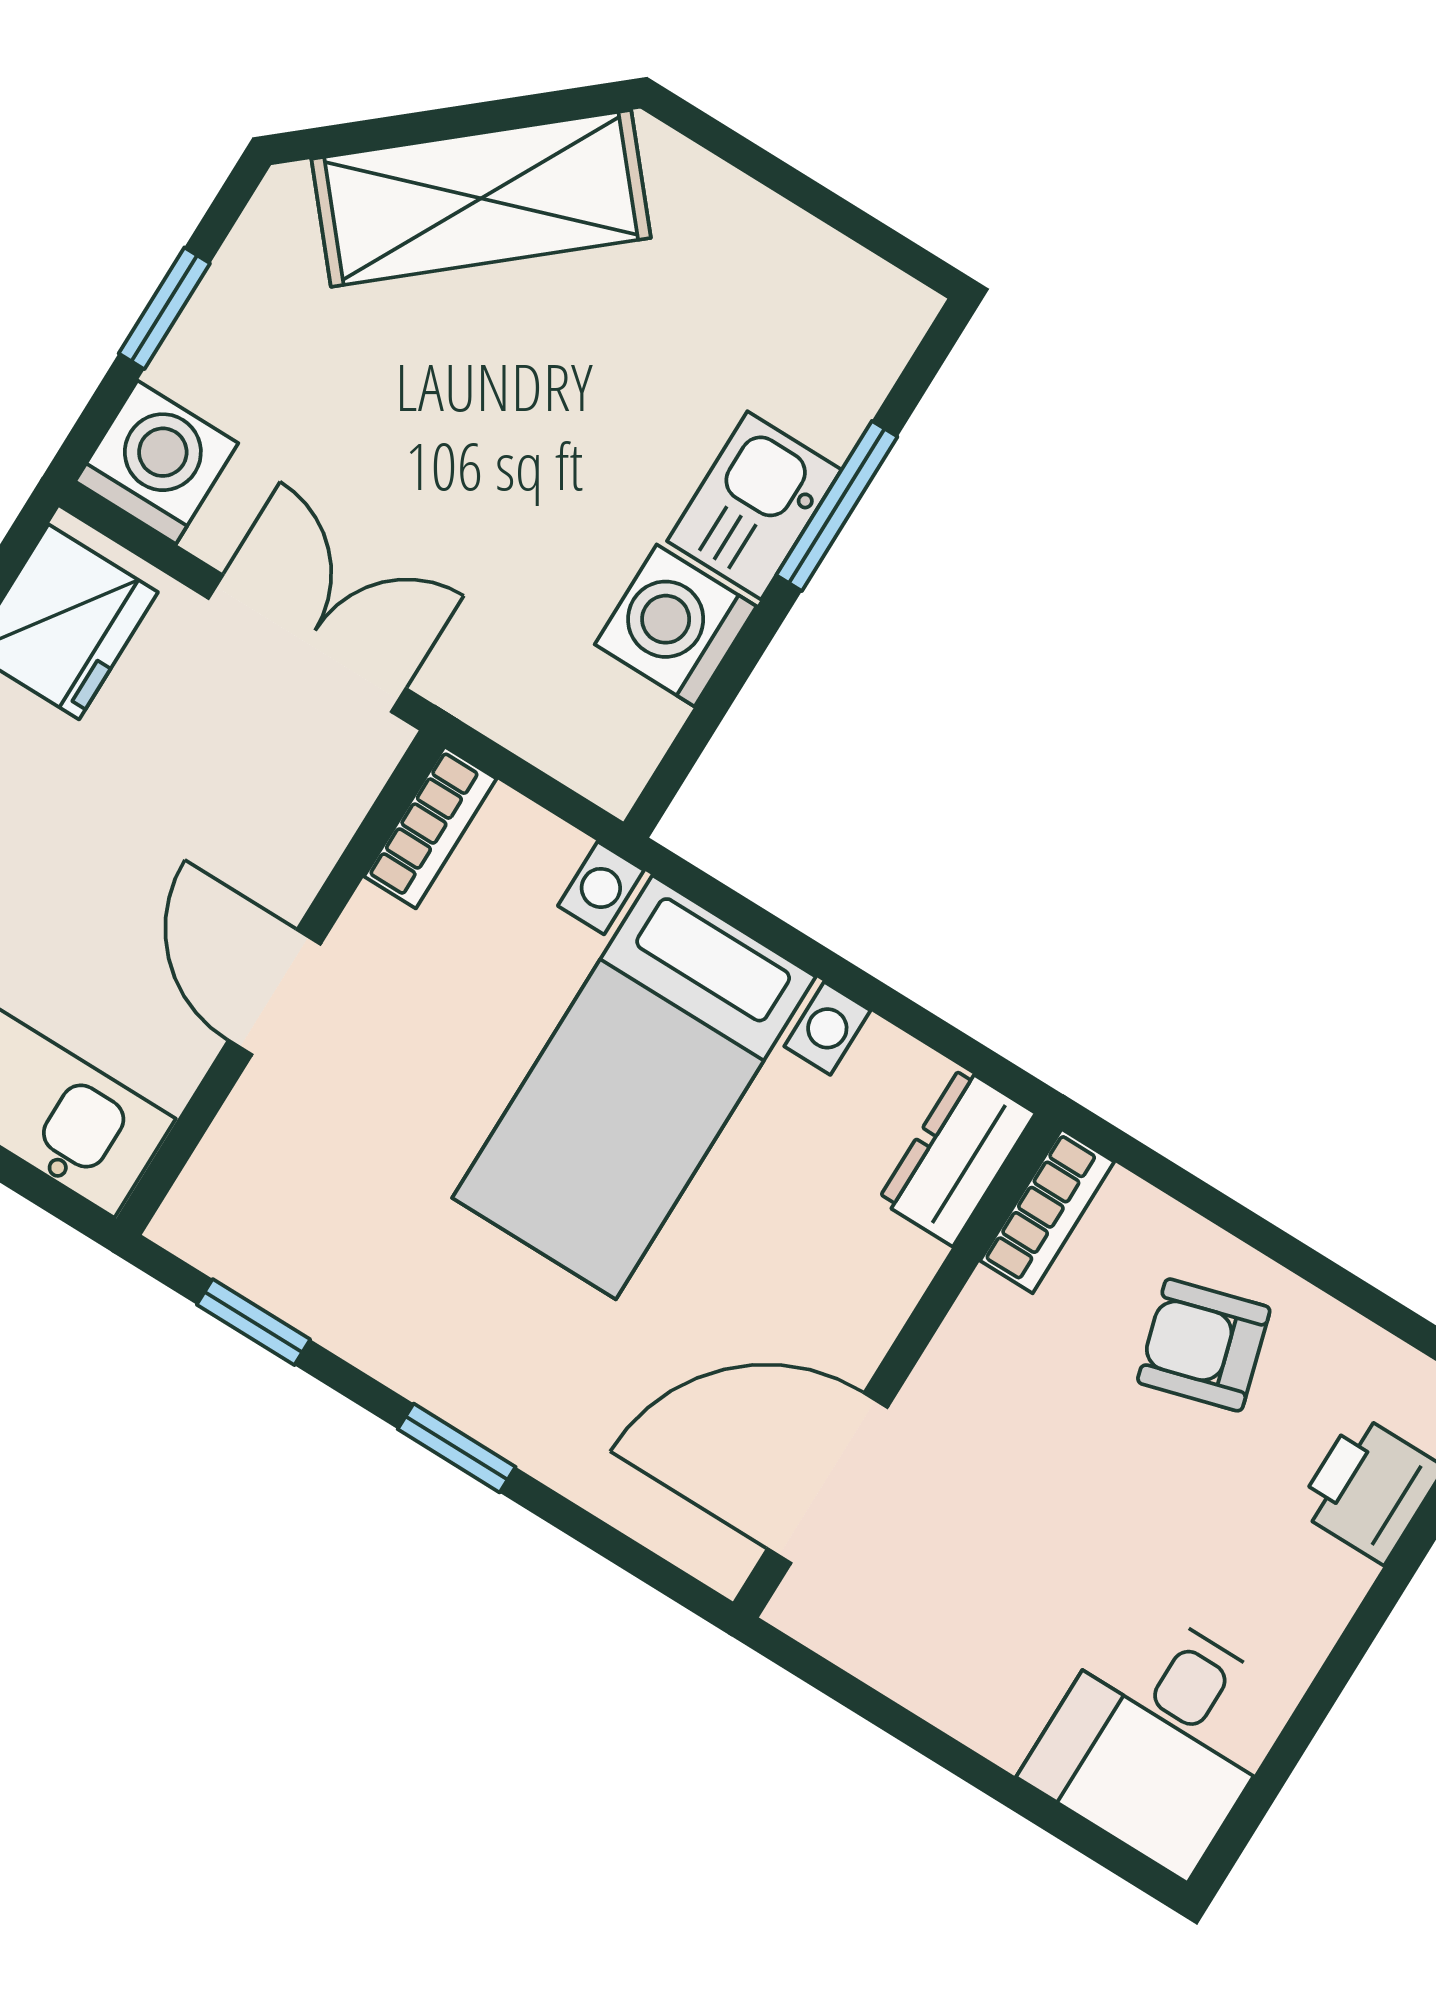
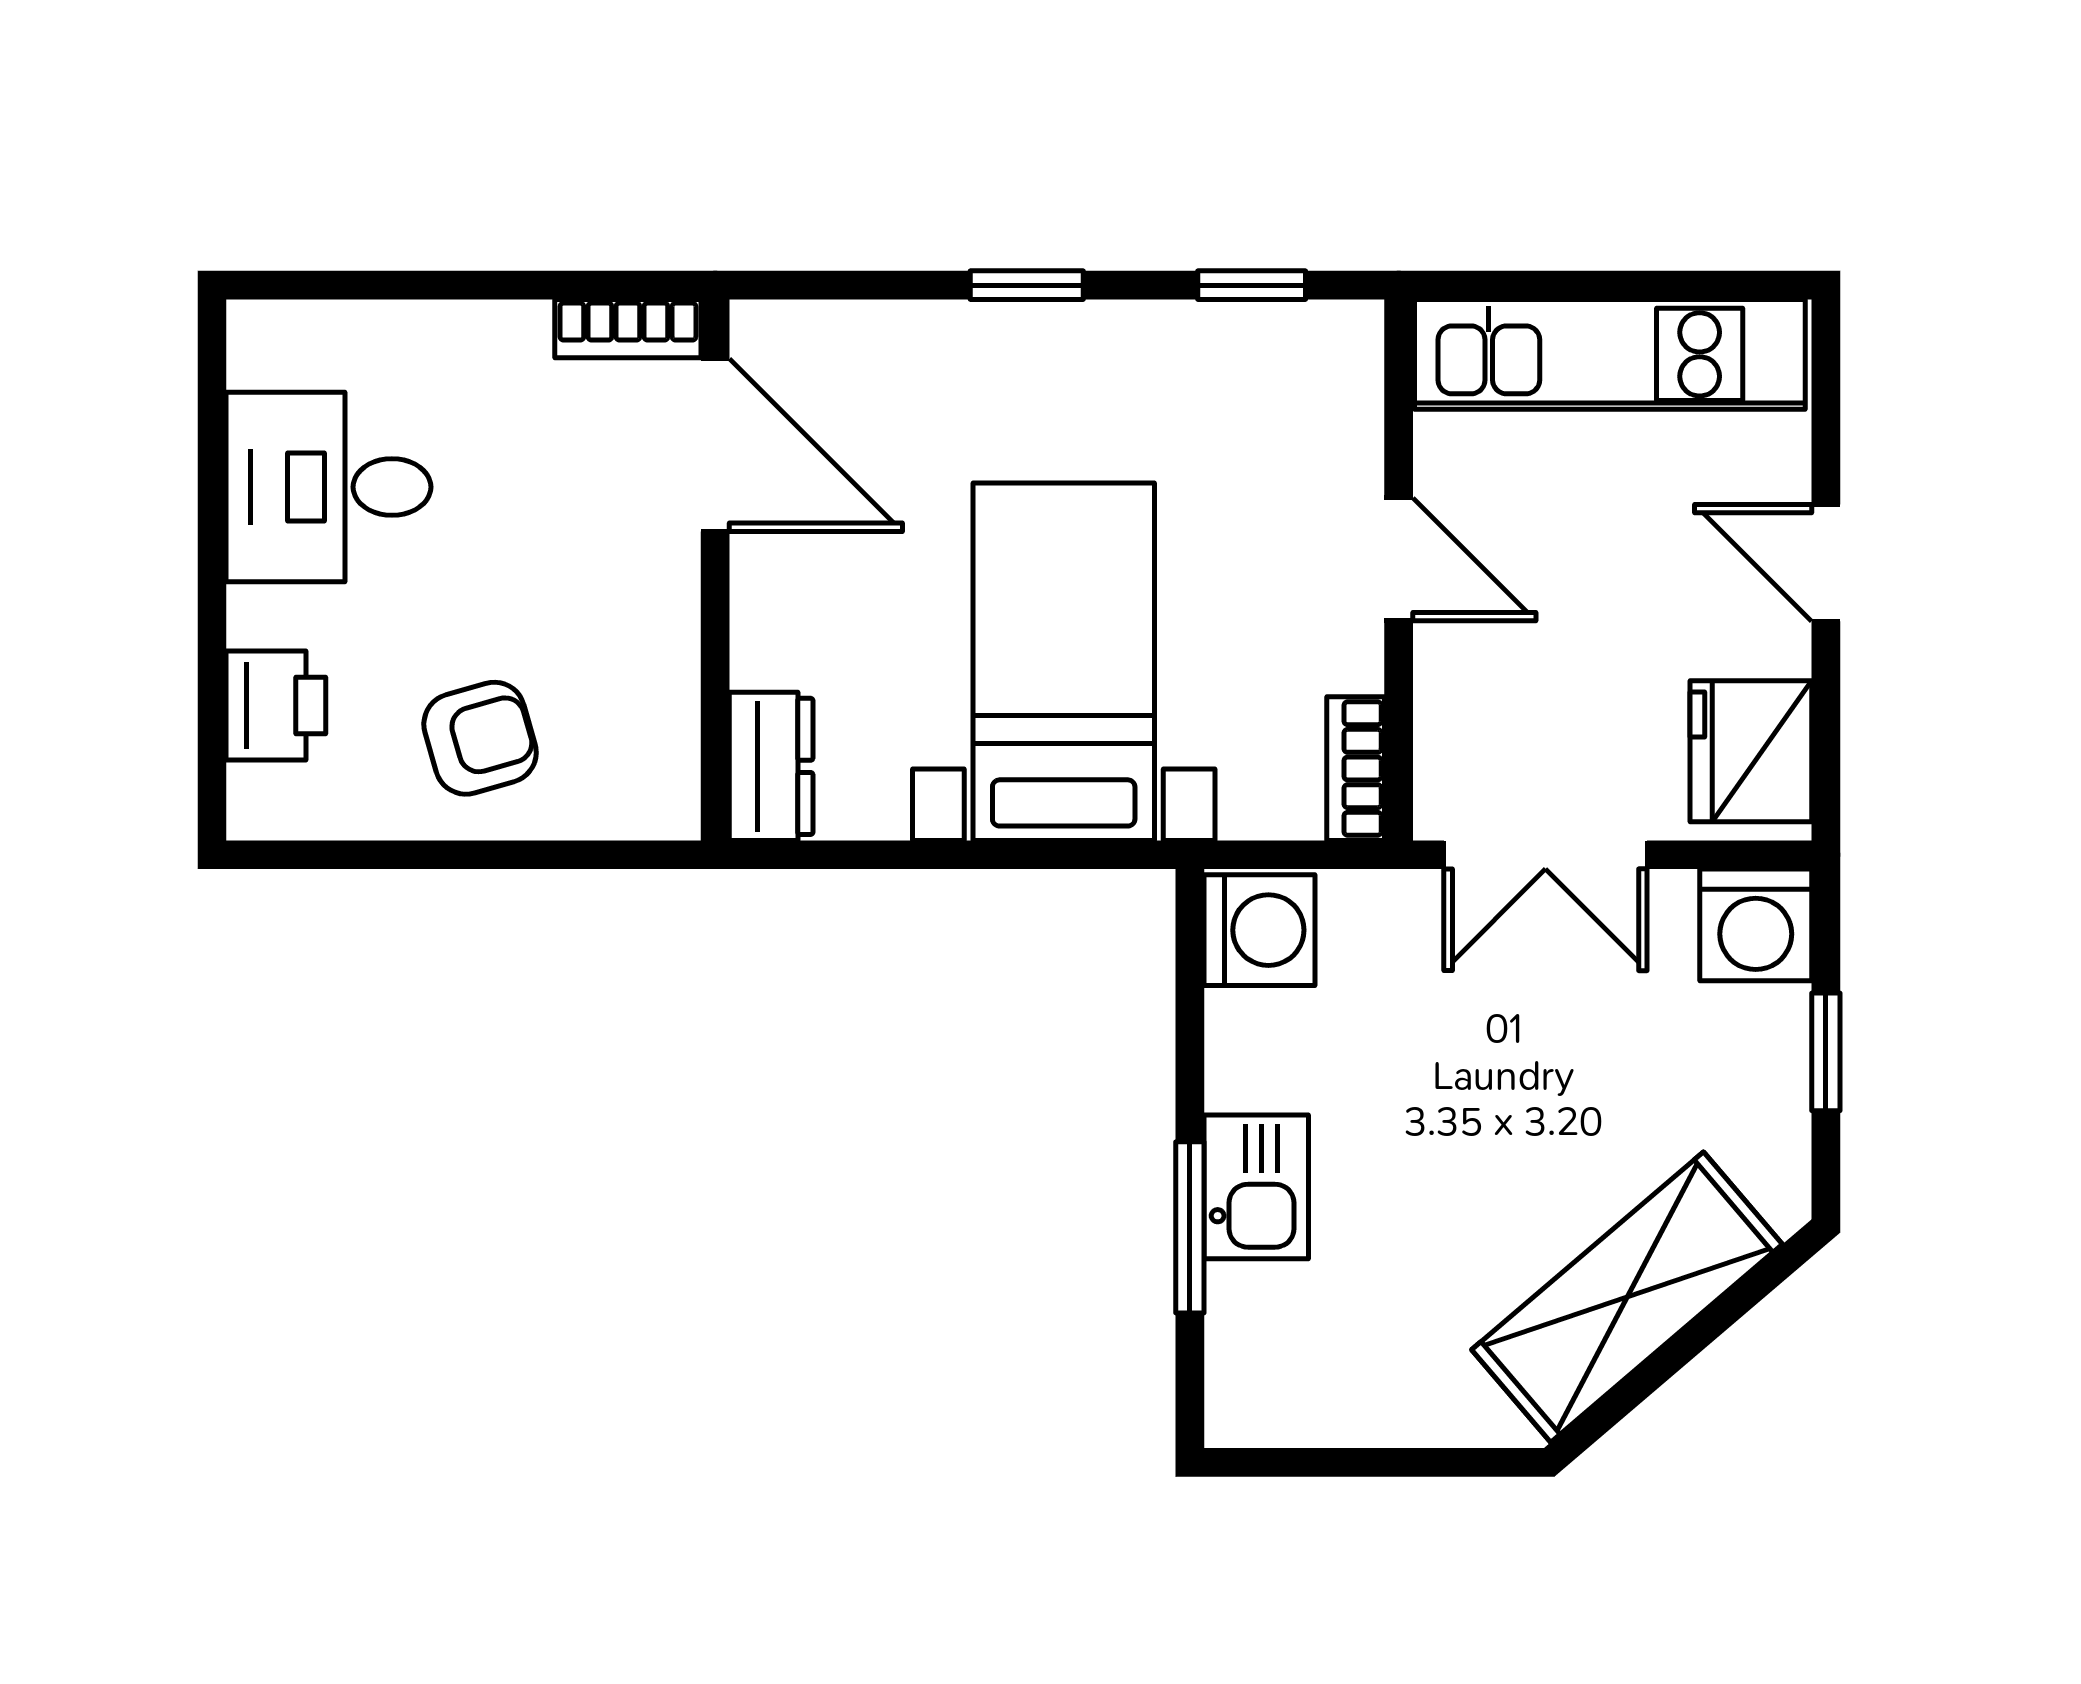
washing machine: (676, 625) -> (1260, 930), moved
bookcase: (1047, 1211) -> (628, 329), moved, turned -90
door: (827, 1478) -> (715, 445), hinge flipped
desk: (1159, 1738) -> (329, 487), moved, turned -90

